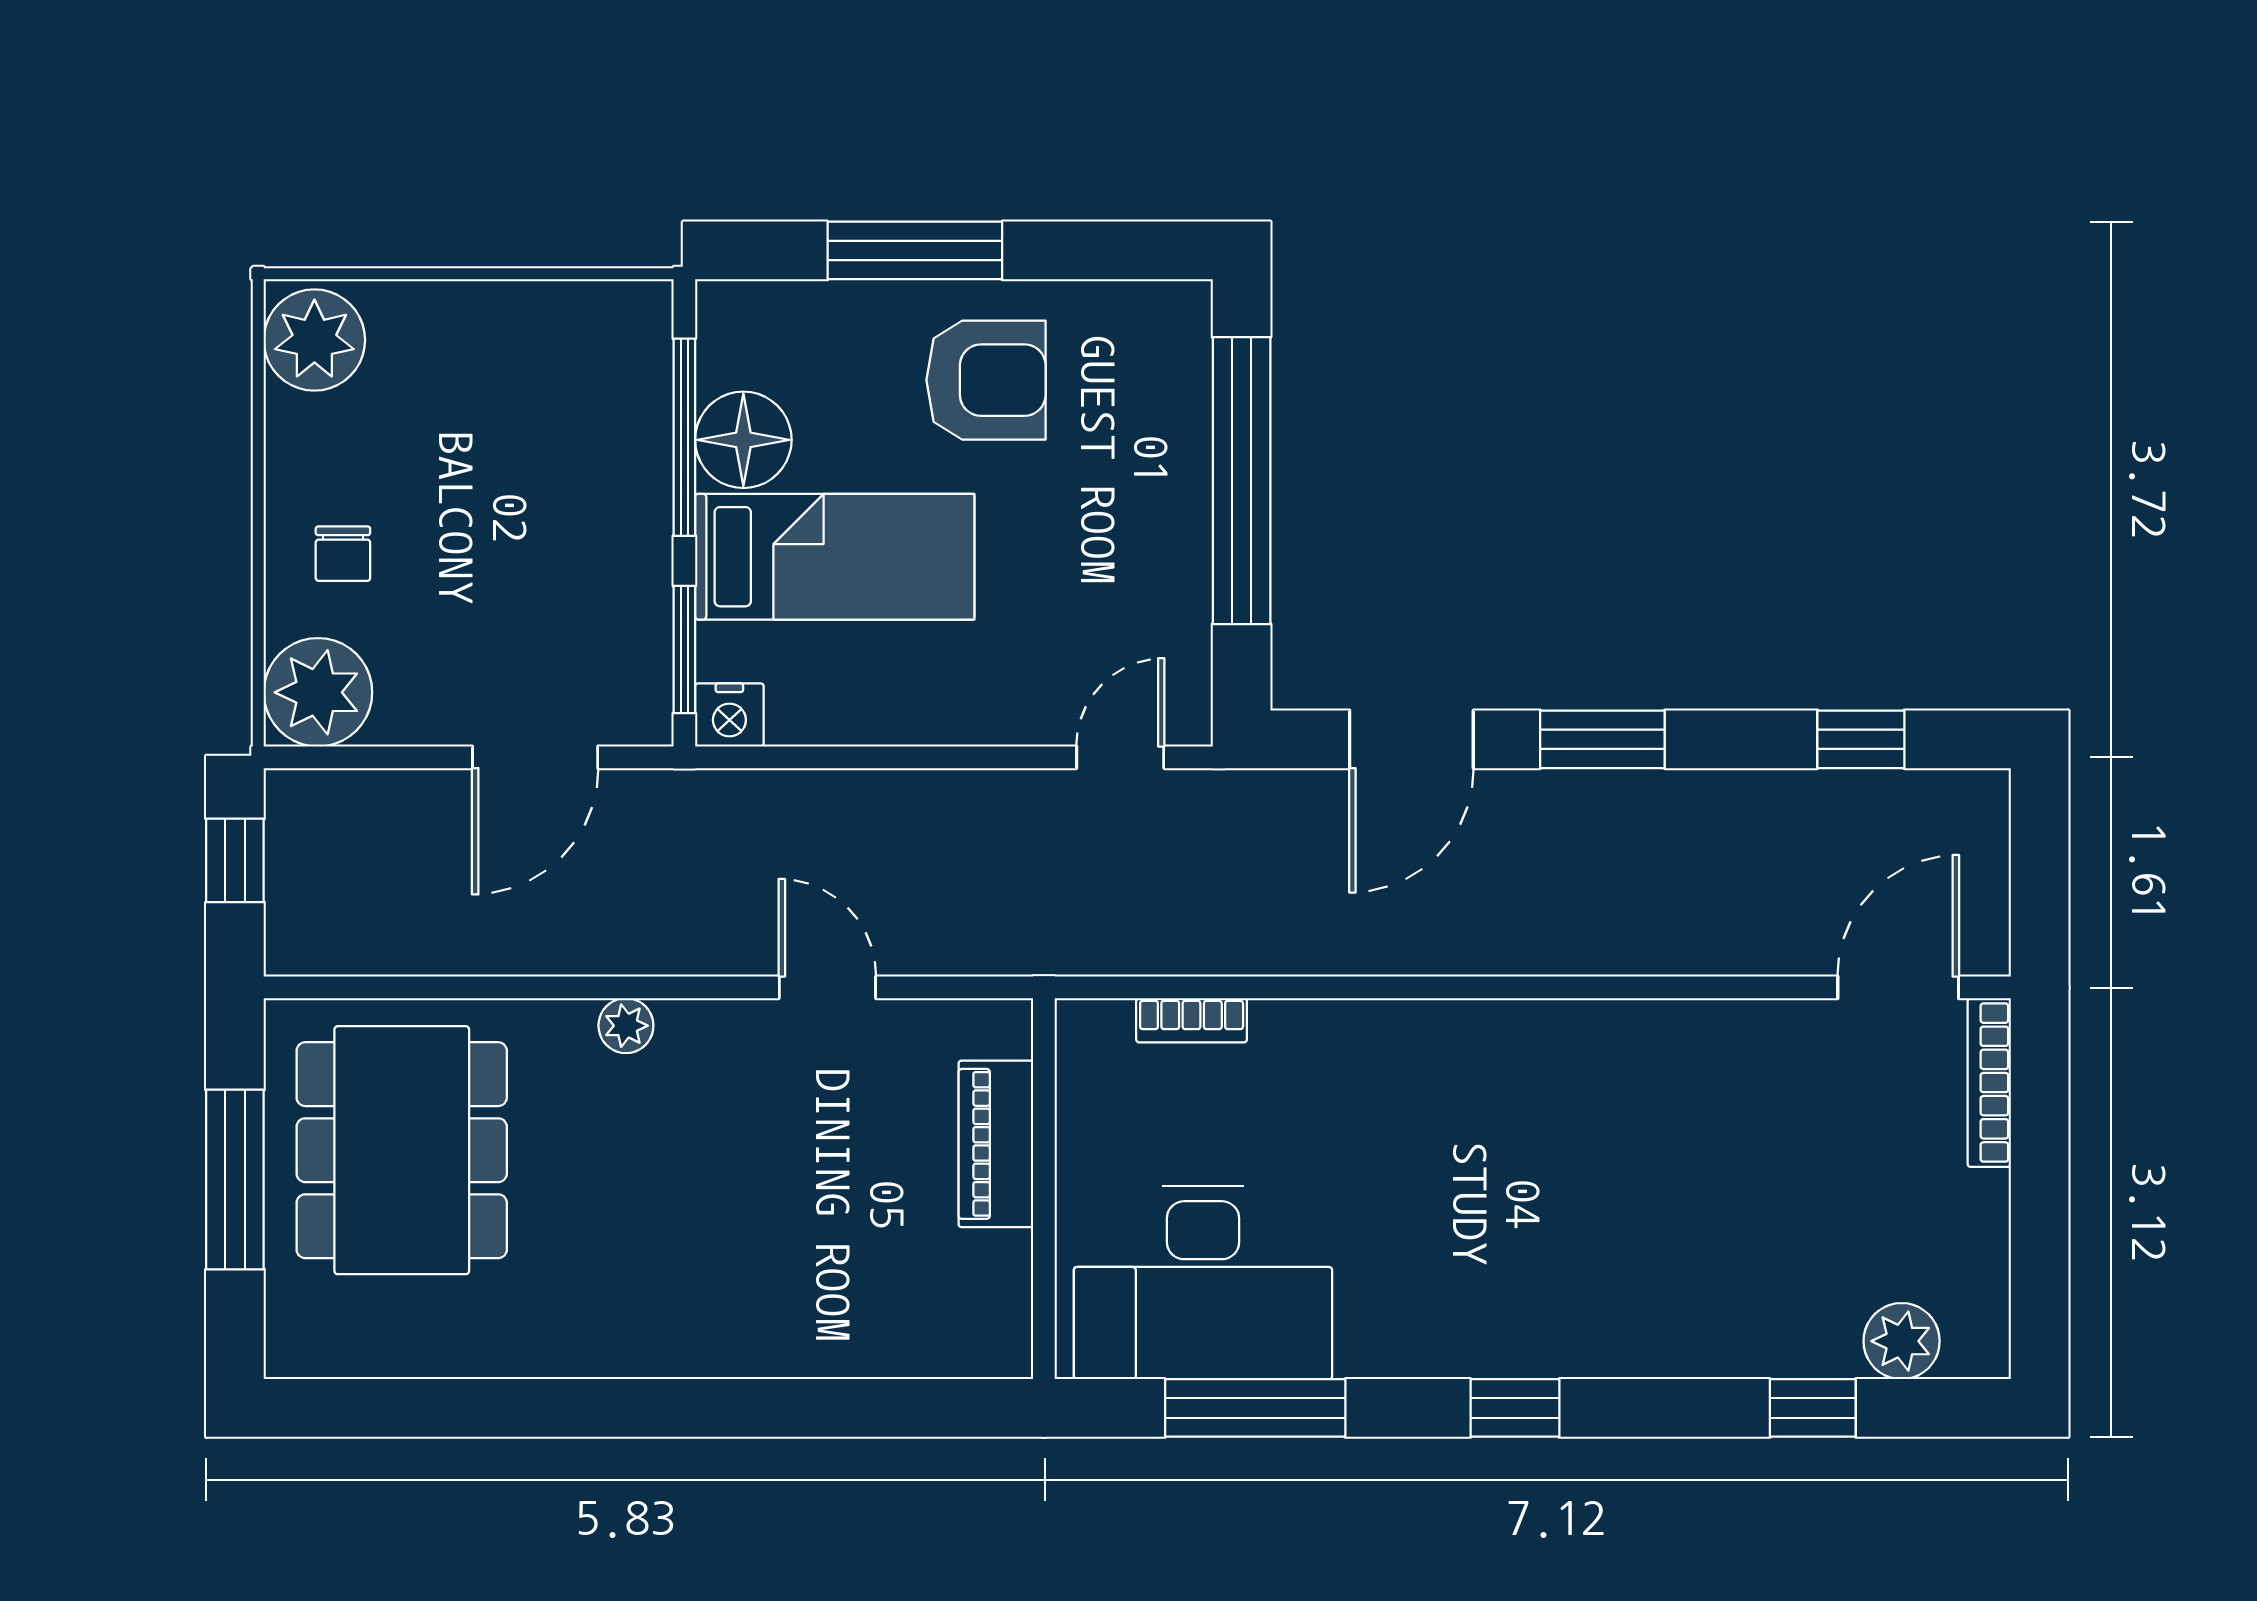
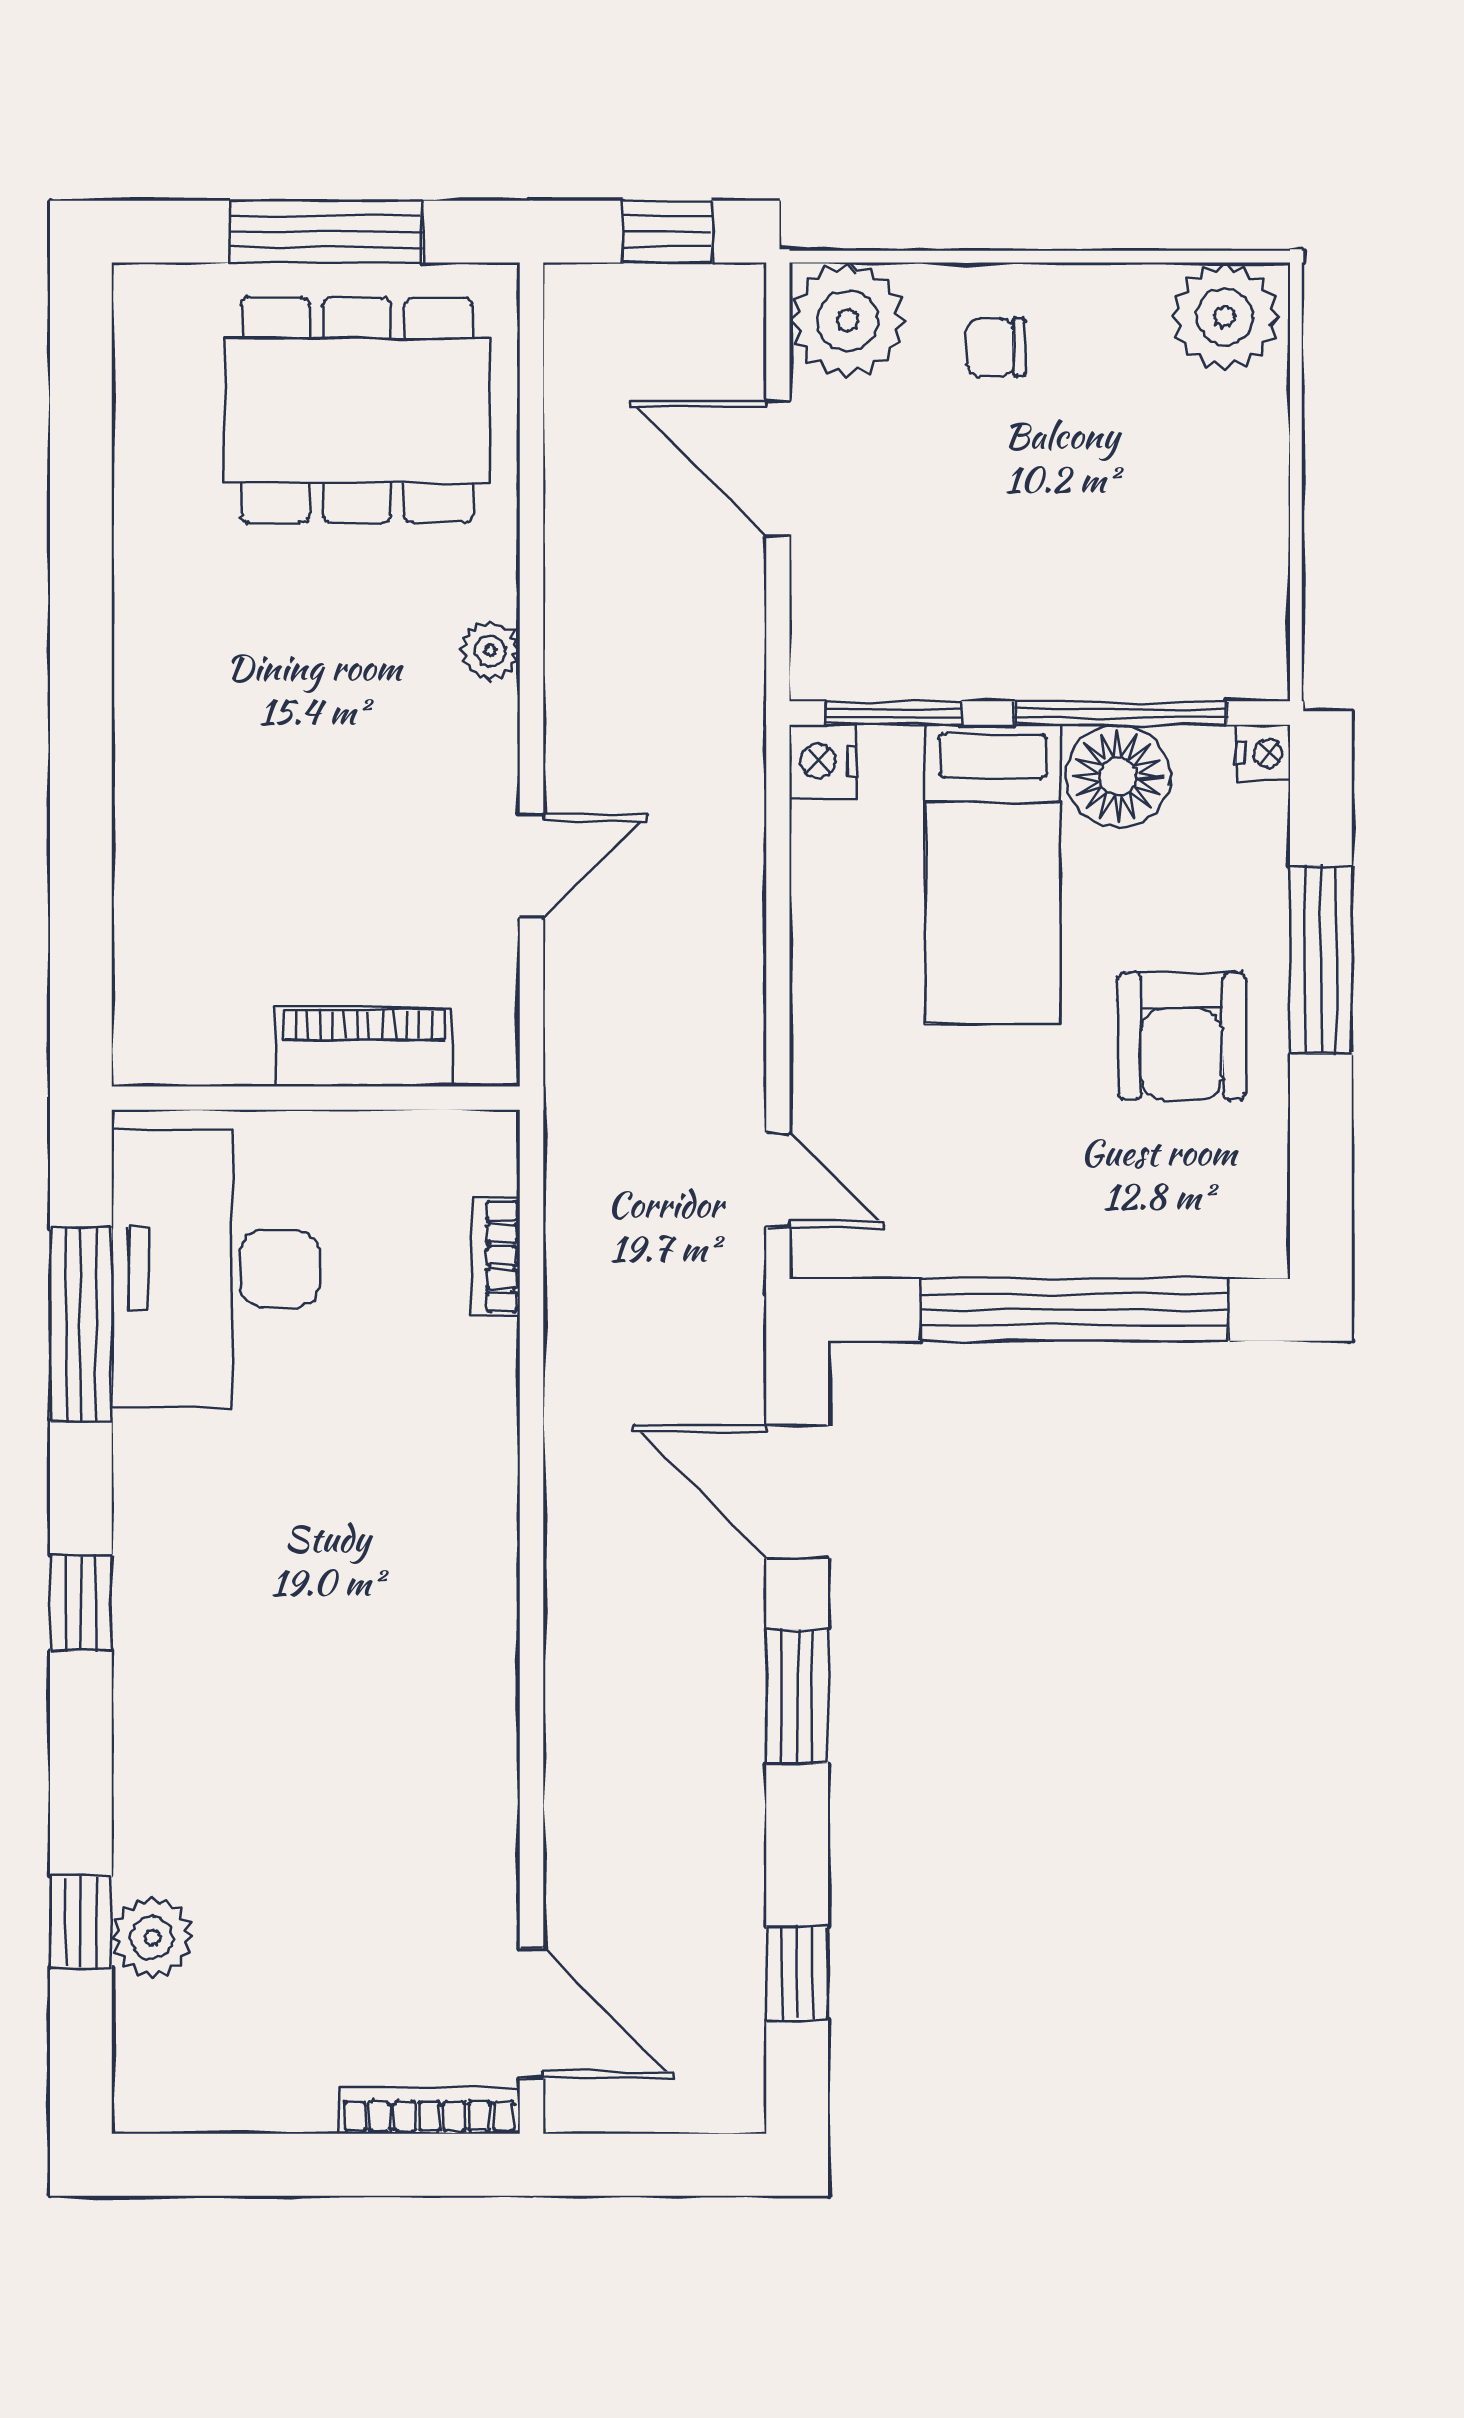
nightstand: (721, 304) -> (1263, 753), added
door: (535, 757) -> (778, 468), moved
plant: (1902, 1341) -> (153, 1938), moved

